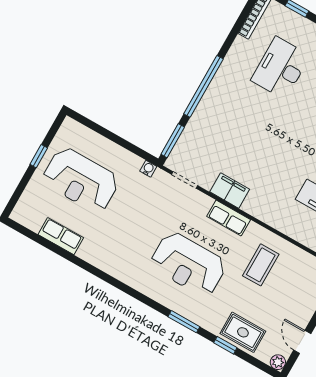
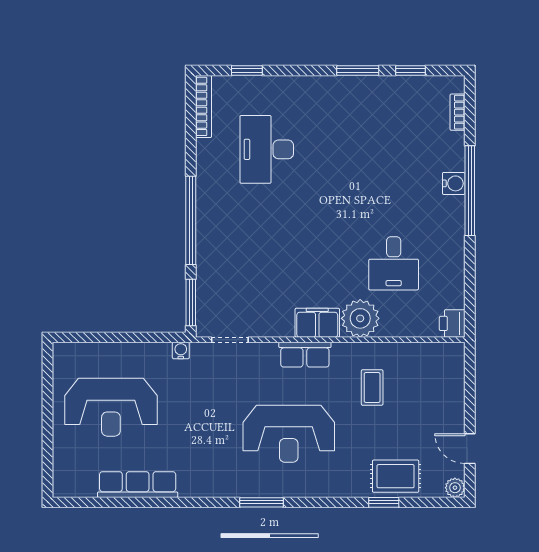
window: (39, 156) -> (48, 407), removed
filing cabinet: (230, 191) -> (317, 323), moved
plant: (279, 215) -> (360, 318), added
row of seats: (61, 236) -> (138, 485), width x1.48
coffee table: (261, 265) -> (372, 387), width x0.73, depth x0.77
window: (184, 322) -> (261, 502), moved

